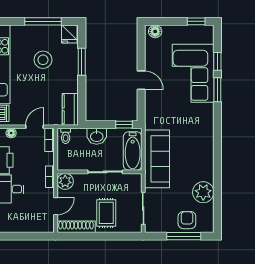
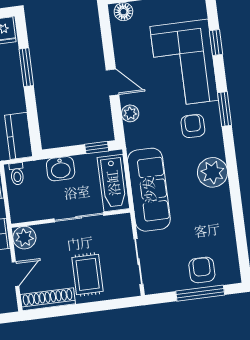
window: (217, 90) -> (224, 109), moved
plant: (151, 104) -> (130, 113), added
armchair: (194, 118) -> (193, 126), added
plant: (203, 192) -> (213, 172), moved

